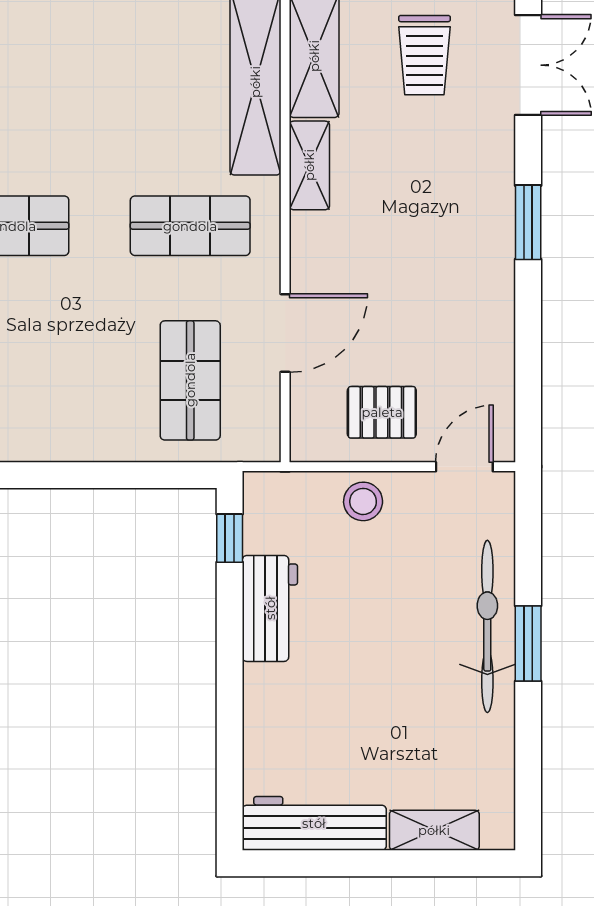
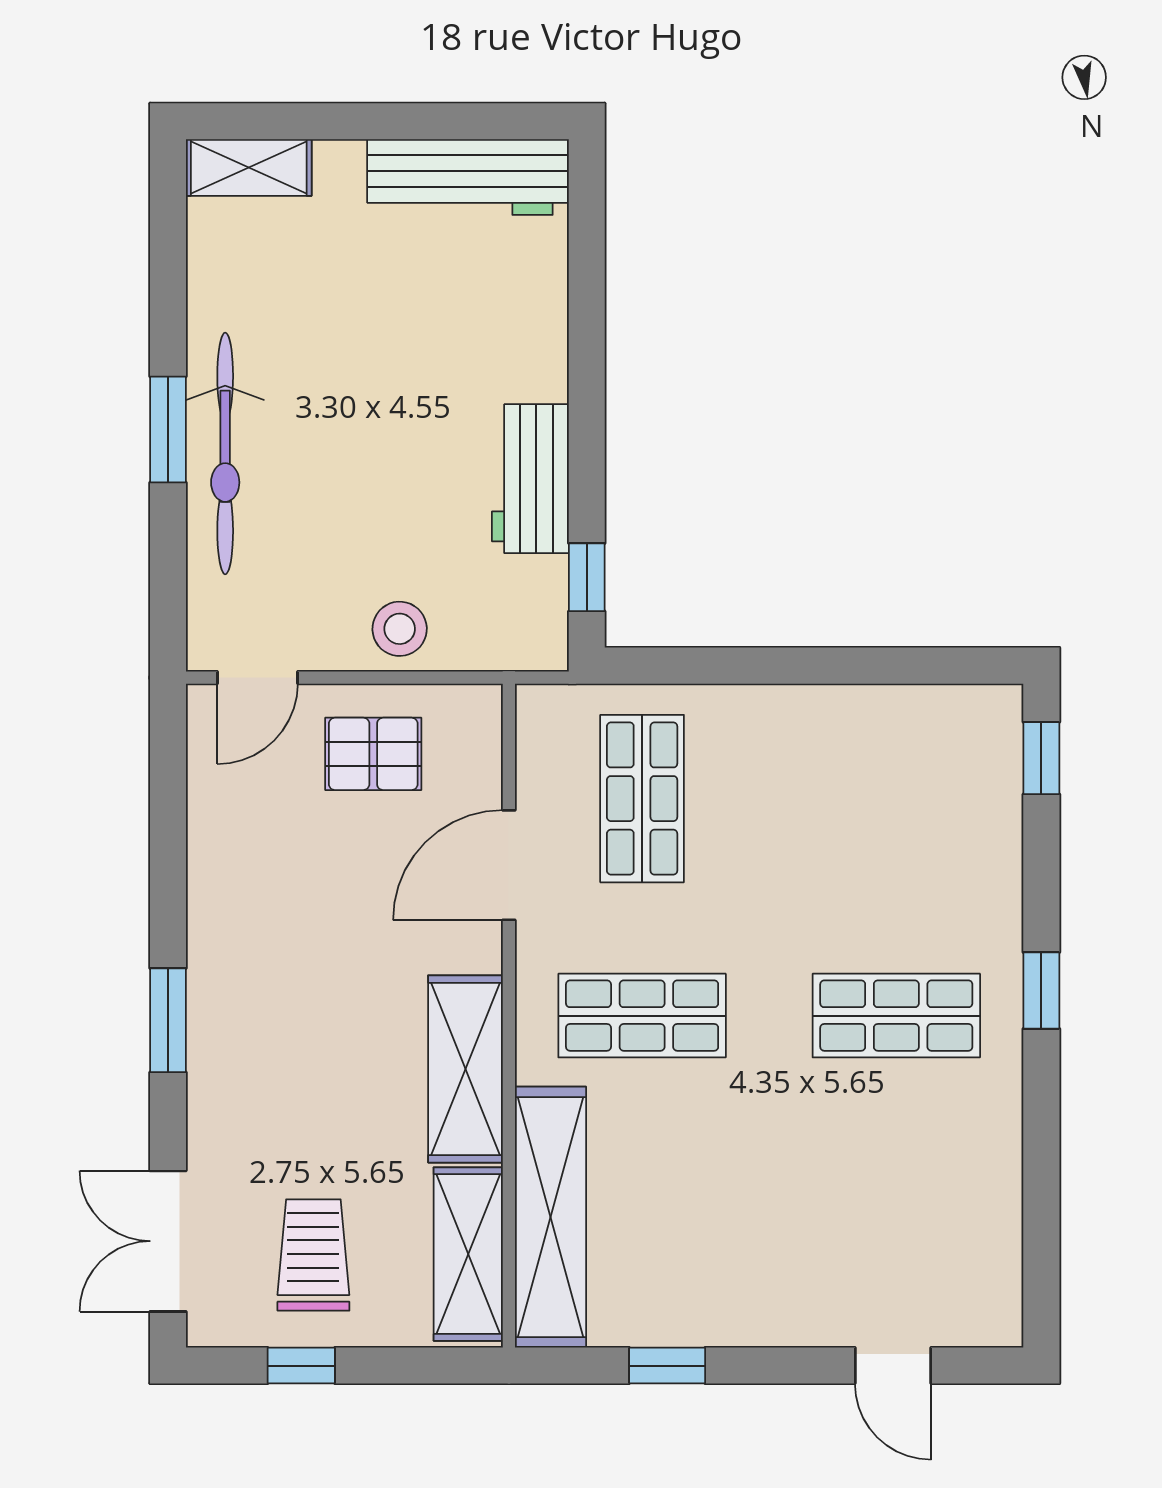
shelving: (309, 165) -> (466, 1069), width x1.50, depth x1.33
shelving: (434, 830) -> (249, 167), moved

